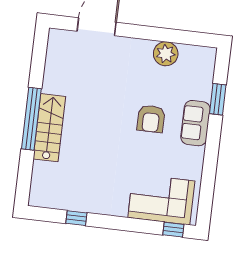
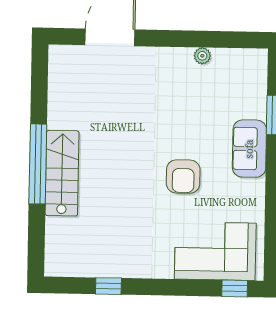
plant: (166, 54) -> (202, 56), width x0.53, depth x0.53
armchair: (151, 119) -> (183, 177), moved

